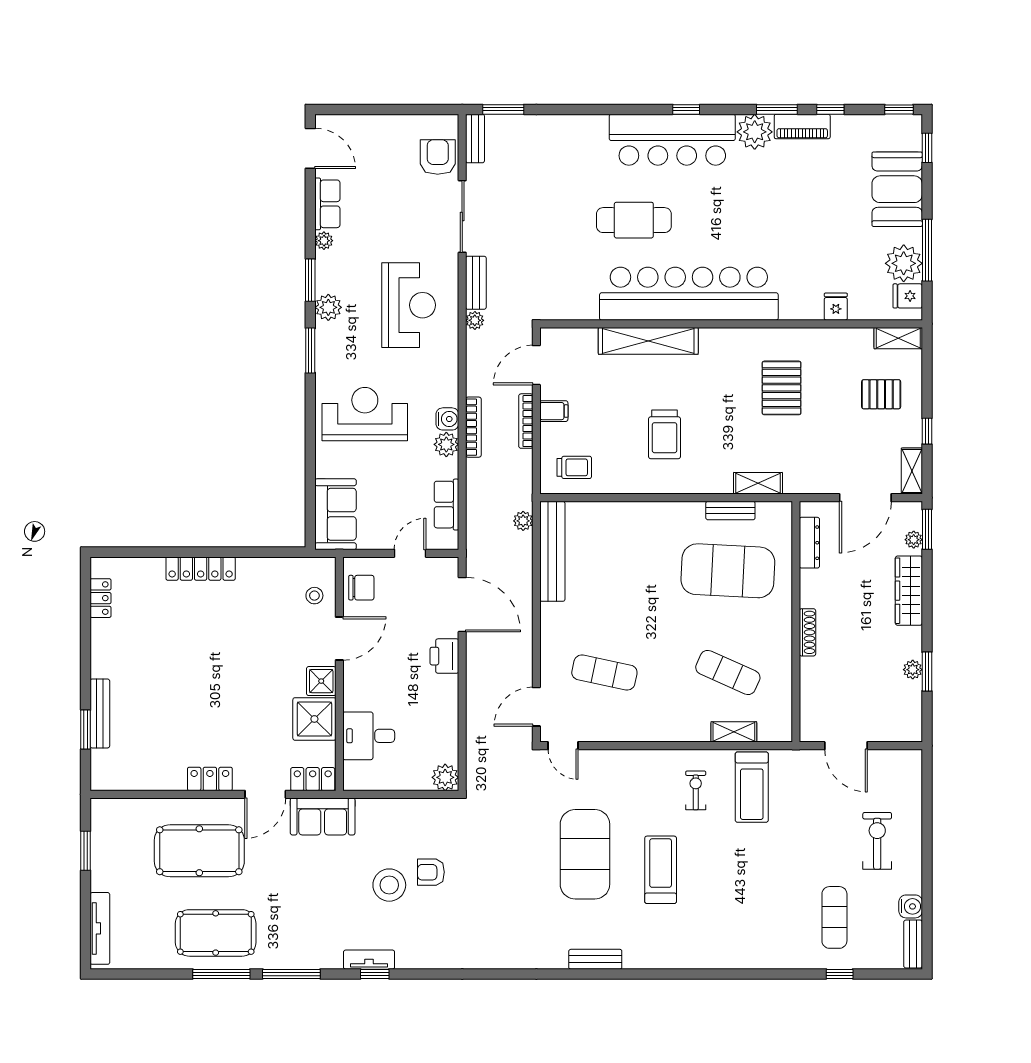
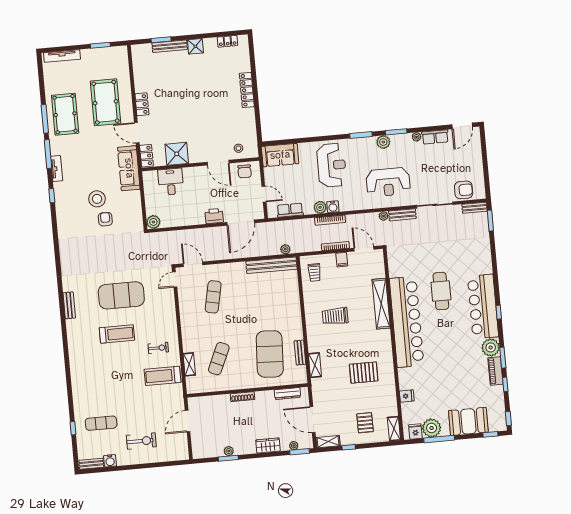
wardrobe: (909, 591) -> (268, 445), width x0.67
shower: (321, 681) -> (195, 46), moved
sofa: (323, 816) -> (129, 168), width x1.36
tv unit: (369, 960) -> (57, 169), moved

